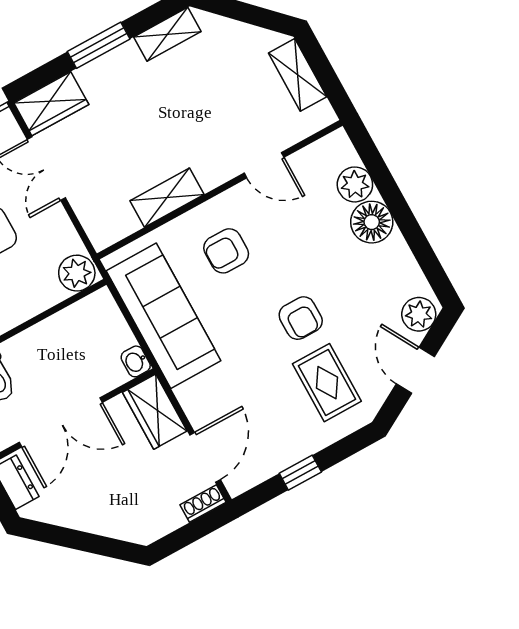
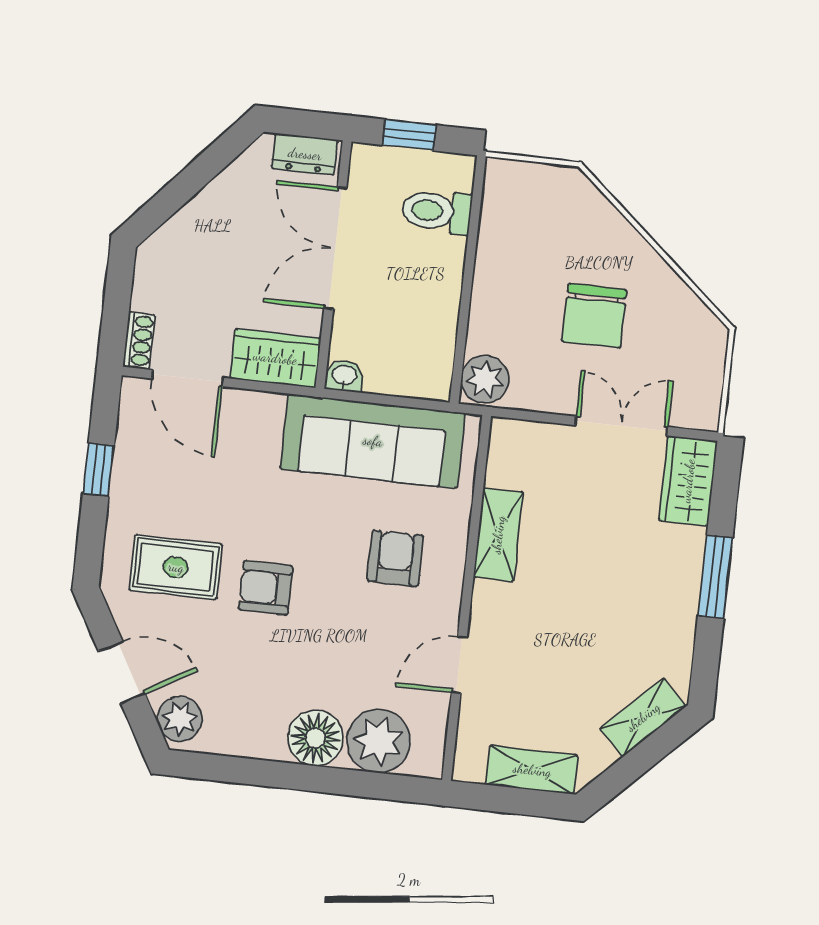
shelving: (167, 34) -> (643, 717), moved, turned 45
plant: (355, 184) -> (378, 741), width x1.36, depth x1.36

